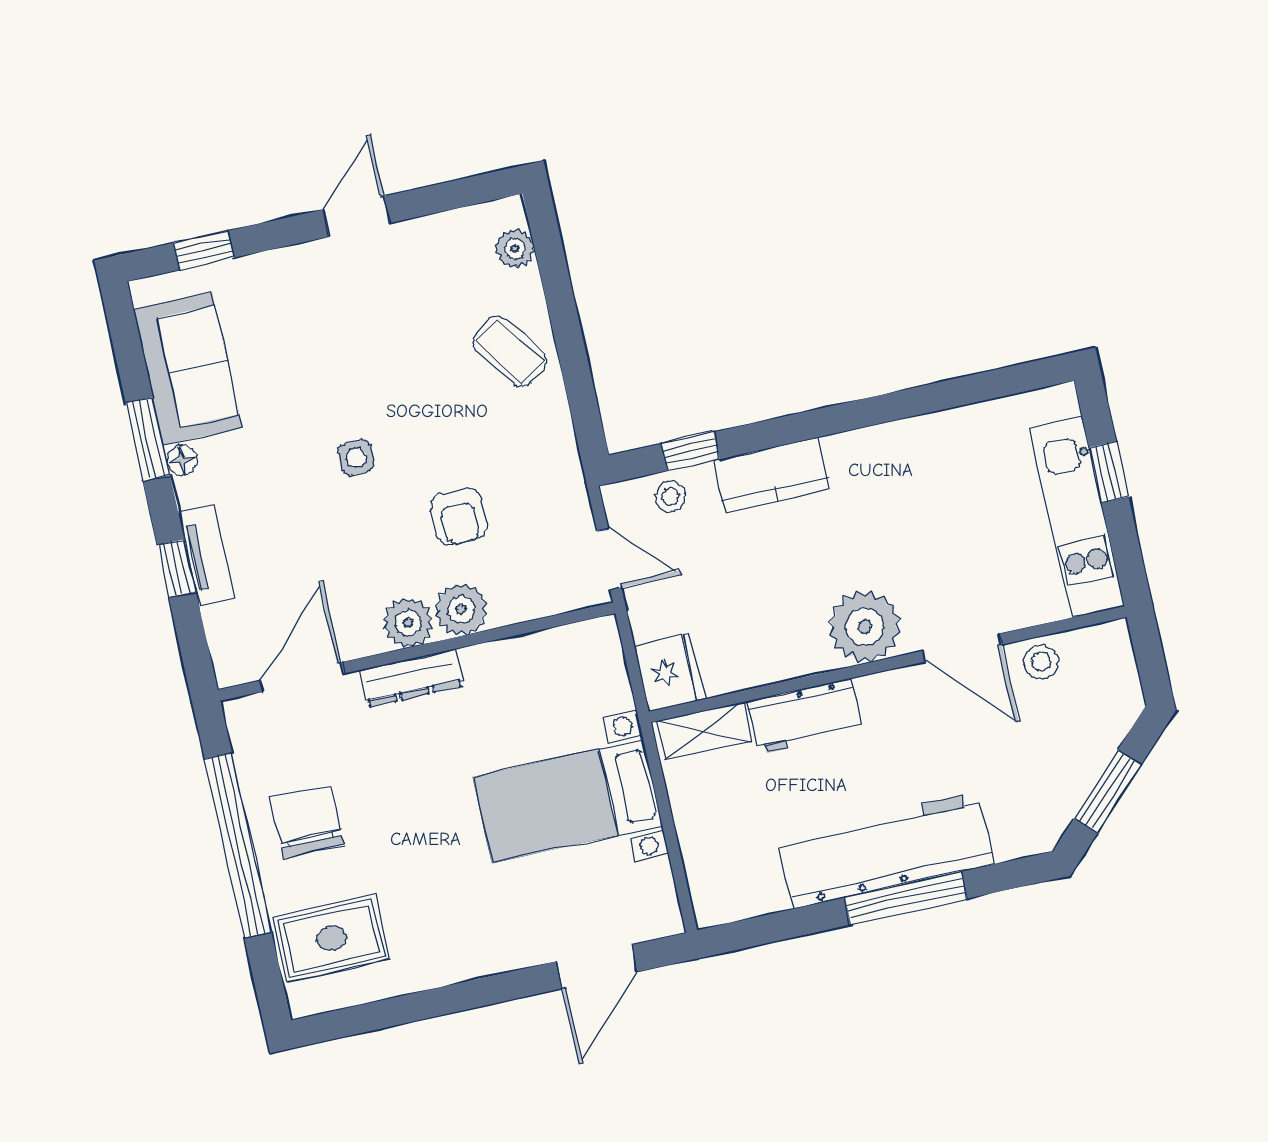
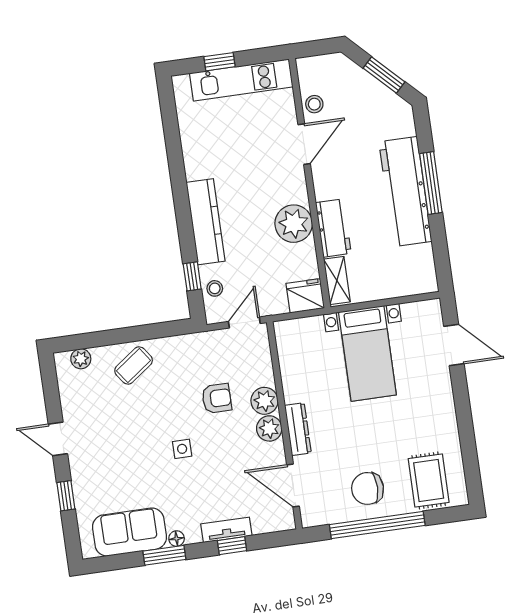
window: (204, 250) -> (66, 496), moved
kitchen counter: (772, 475) -> (206, 222), width x1.50
plant: (865, 627) -> (294, 224), moved

